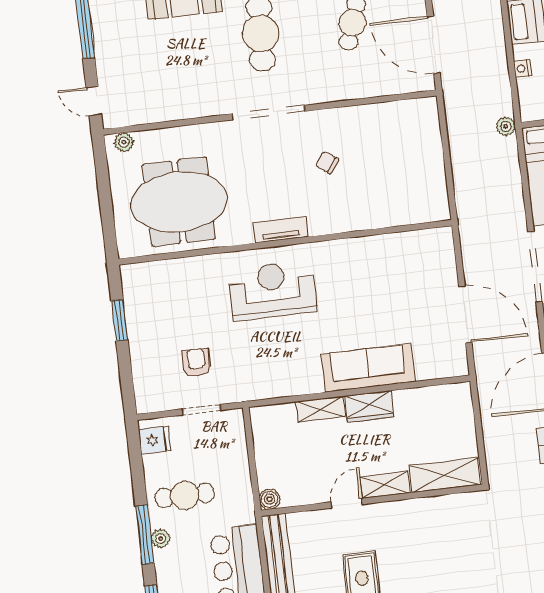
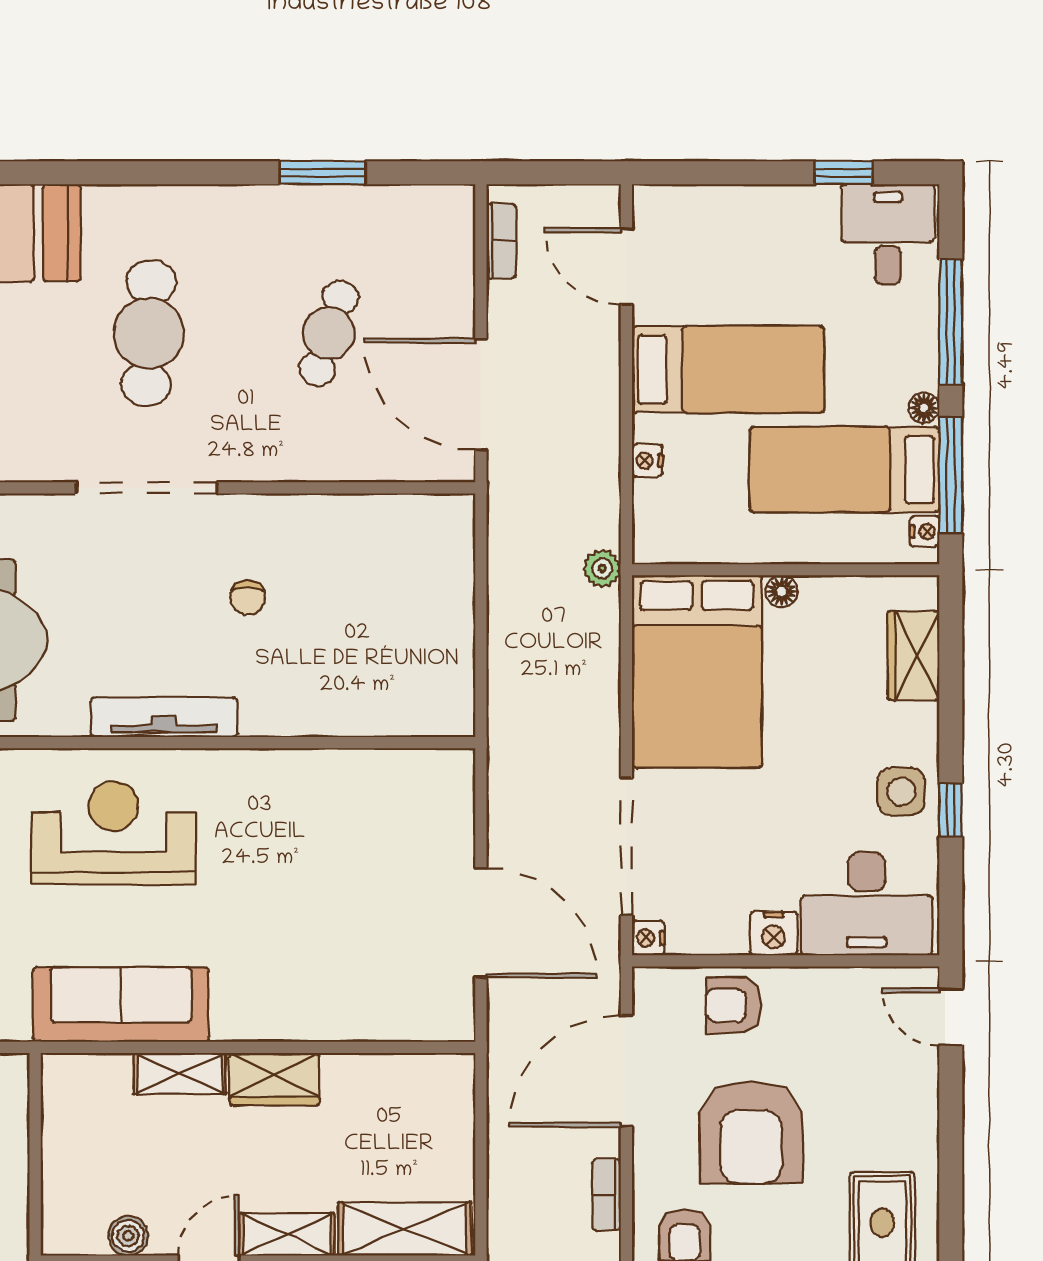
chair: (327, 162) -> (248, 598), turned -126
tv unit: (281, 230) -> (164, 717), width x1.41
sofa: (368, 368) -> (121, 1004), moved
boiler: (270, 499) -> (128, 1236), moved

